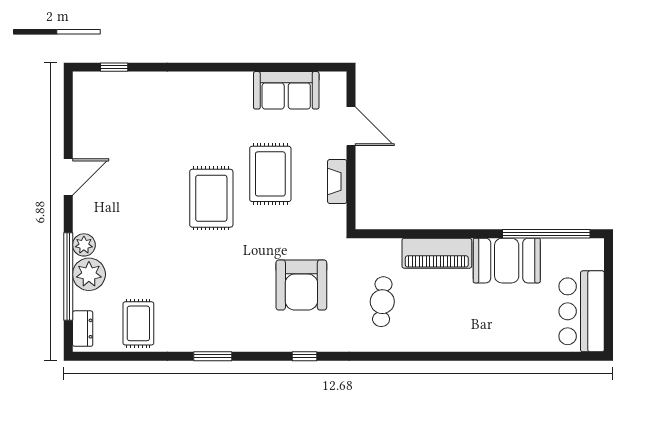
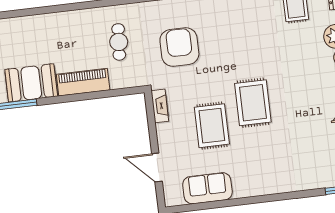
fireplace: (337, 181) -> (160, 106), moved

